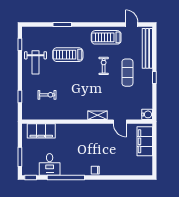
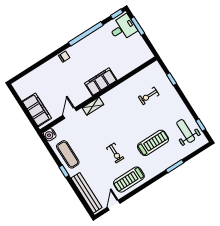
door: (132, 24) -> (114, 205), swing flipped
treadmill: (106, 37) -> (129, 180), turned 180
weight bench: (36, 62) -> (186, 131), moved
exercise mat: (127, 73) -> (68, 154), moved
door: (120, 122) -> (70, 113), hinge flipped
filing cabinet: (41, 131) -> (101, 82), moved
desk: (50, 164) -> (123, 28), moved, turned 90

